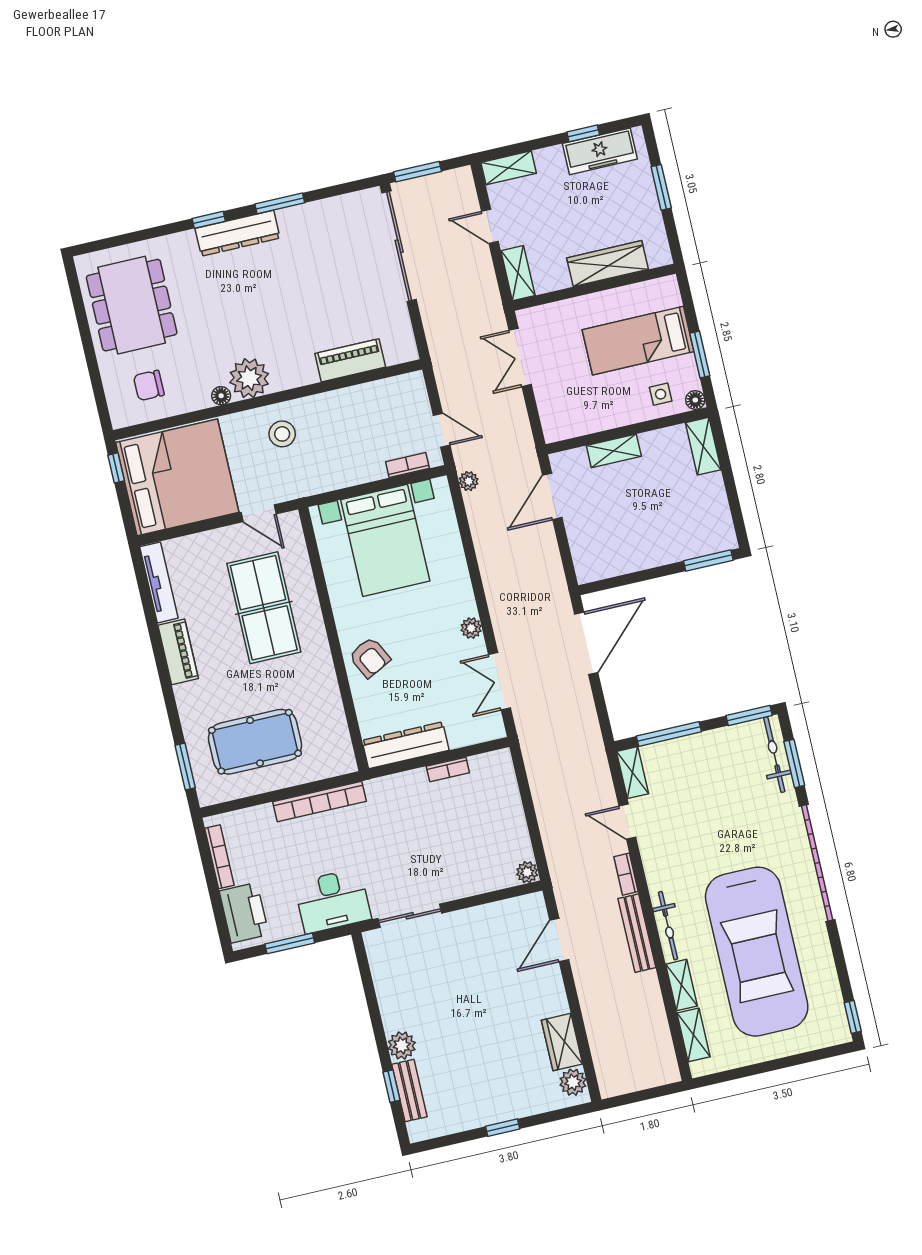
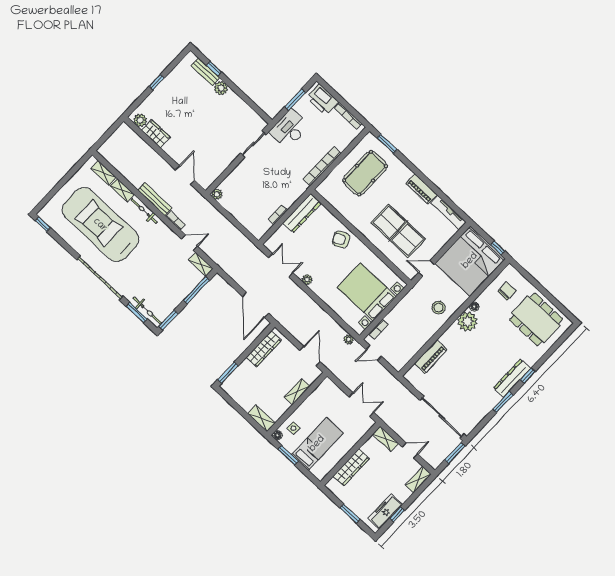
wardrobe: (622, 560) -> (264, 349), added

